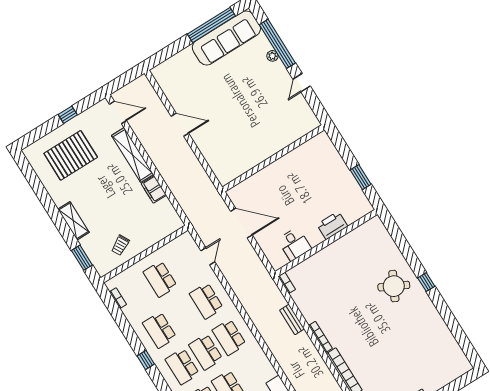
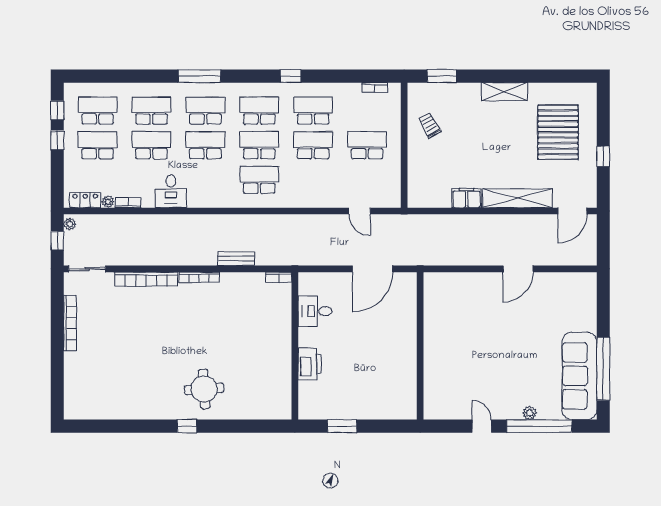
shelving: (73, 221) -> (504, 92), moved
round table: (394, 286) -> (204, 389), turned -31
school desk: (206, 301) -> (313, 145), moved

